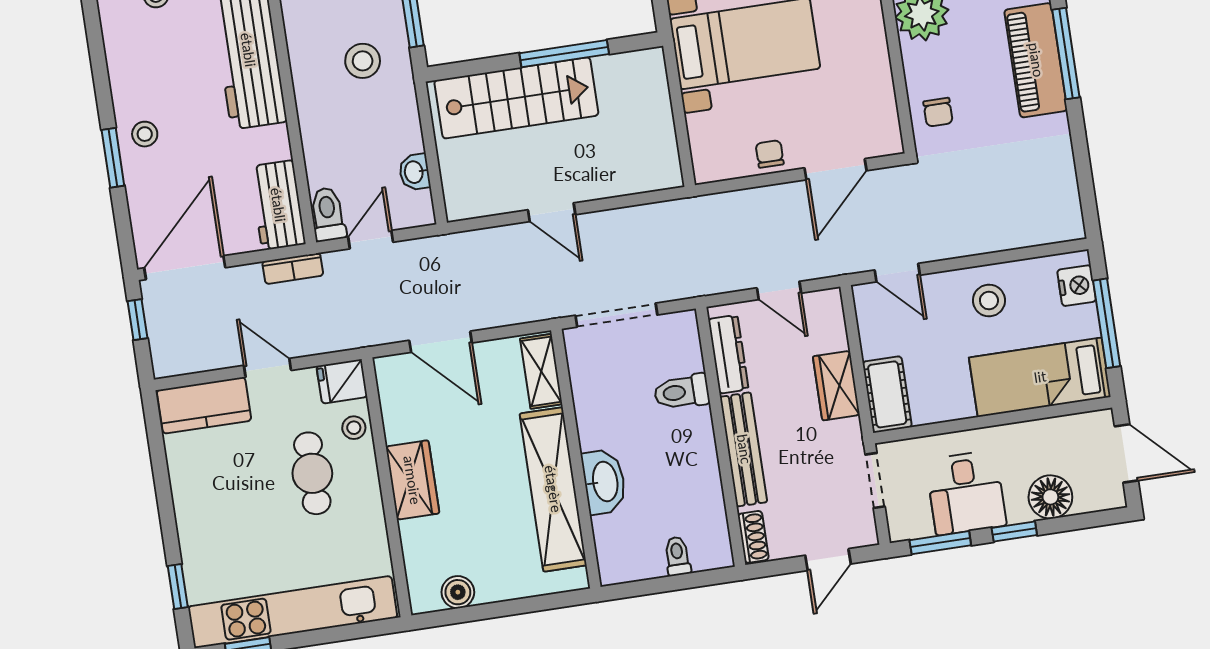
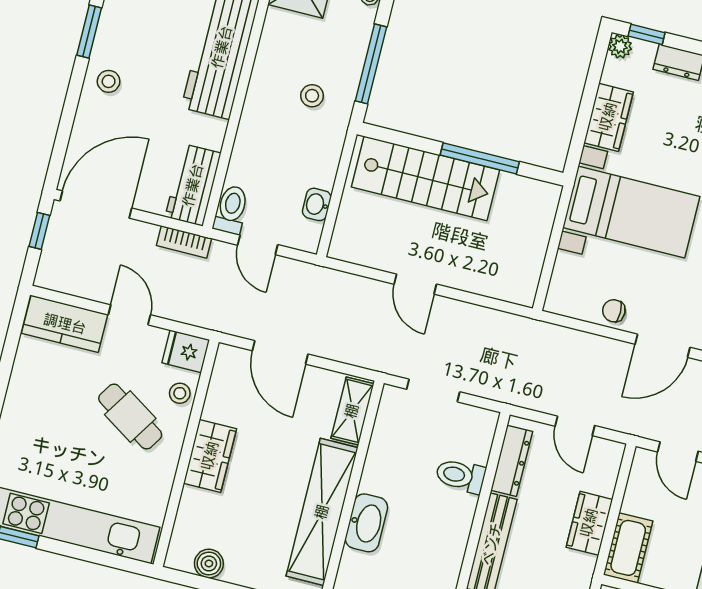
stool: (363, 61) -> (312, 96), width x0.73, depth x0.73
chair: (770, 154) -> (614, 311), turned -90
window: (113, 158) -> (89, 32), moved
door: (371, 240) -> (258, 245), swing flipped
doorway: (616, 315) -> (433, 391), width x0.73
cafe table: (312, 473) -> (130, 416), turned -57

